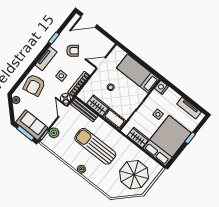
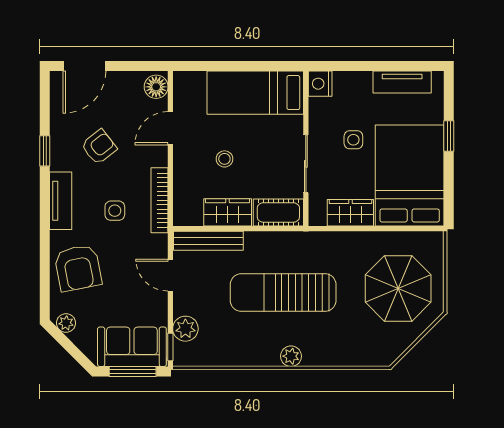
floor lamp: (65, 98) -> (156, 87), moved

